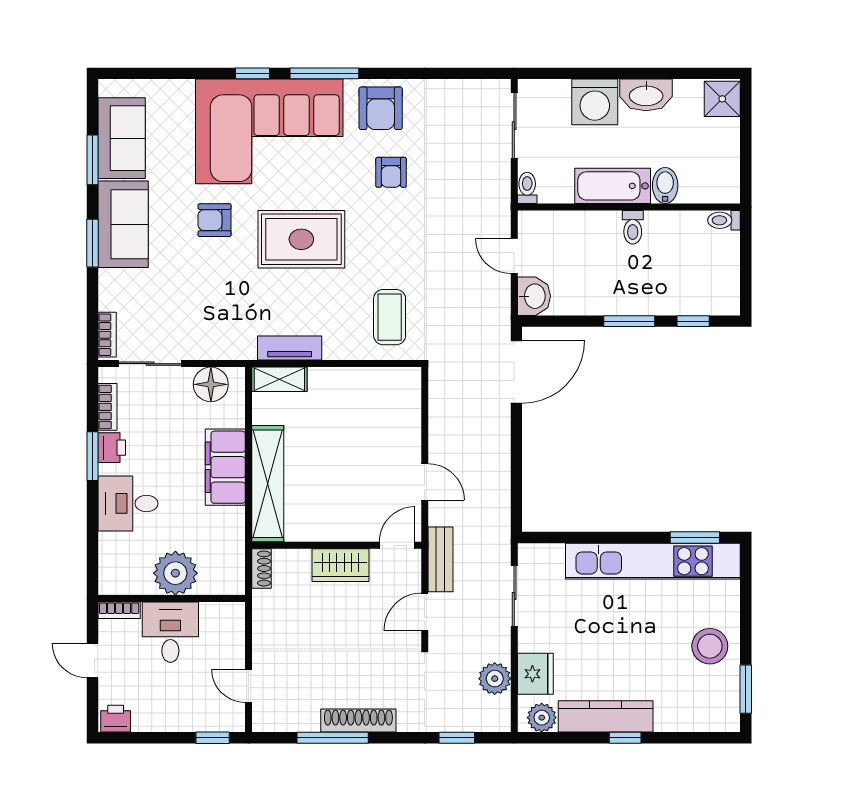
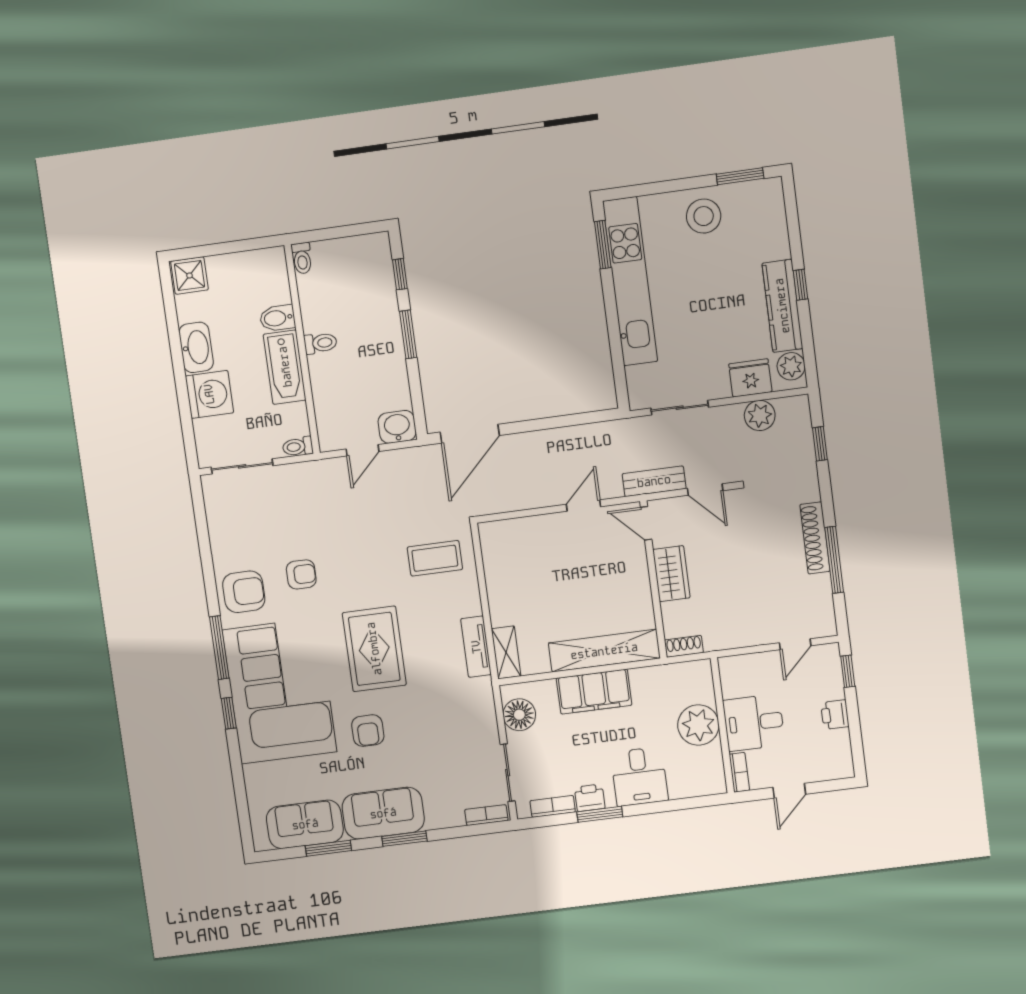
door: (516, 372) -> (470, 434), swing flipped
printer: (116, 719) -> (835, 715), moved

